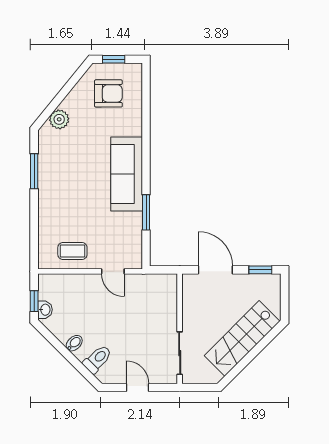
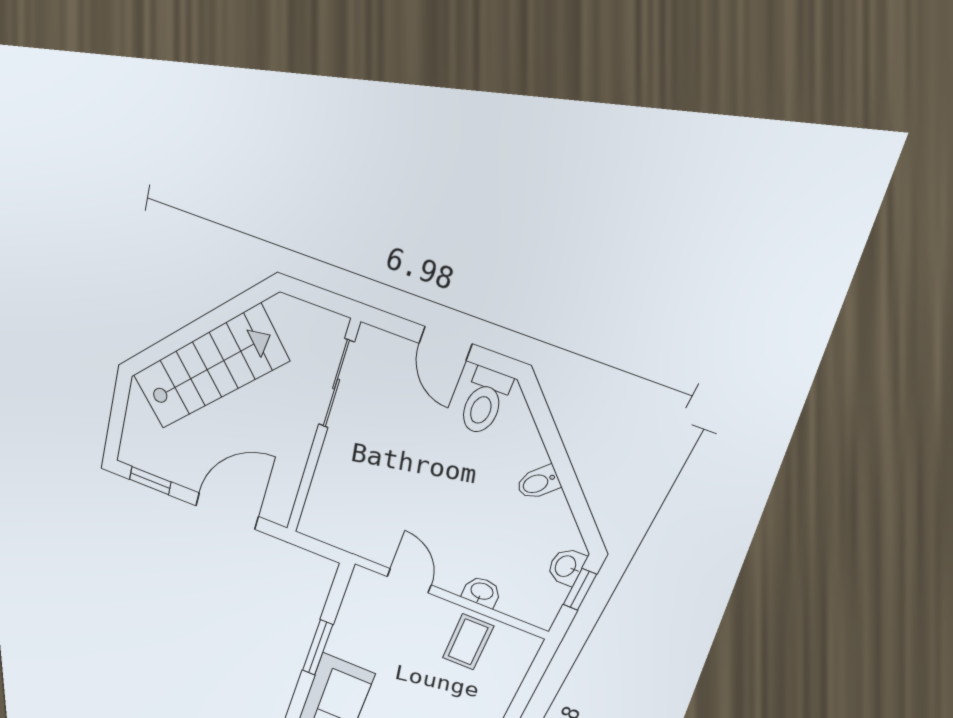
coffee table: (72, 251) -> (468, 642), turned 90
door: (215, 270) -> (227, 511), swing flipped
washbasin: (77, 281) -> (482, 592), added
toilet: (97, 359) -> (484, 402), moved, turned -45

